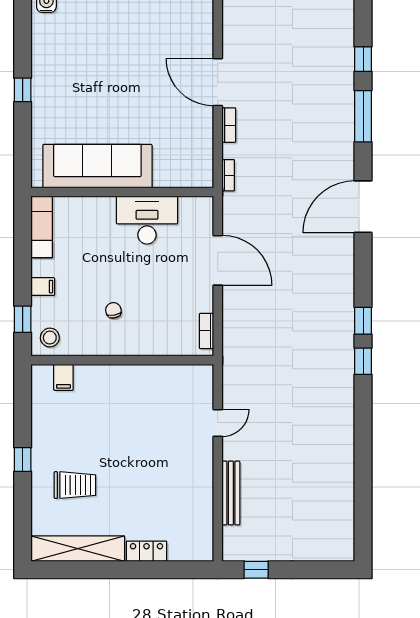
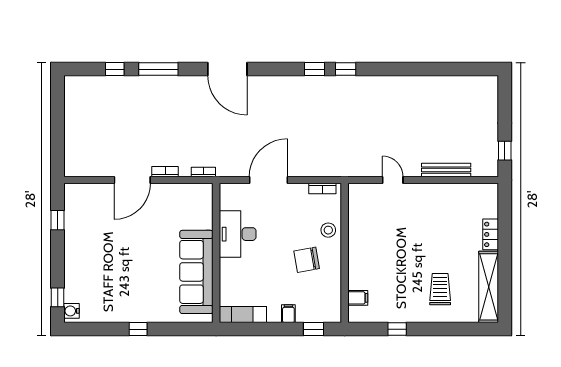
chair: (113, 310) -> (307, 260), width x1.87, depth x1.87
stool: (50, 338) -> (328, 230), moved
window: (23, 459) -> (397, 329), moved

